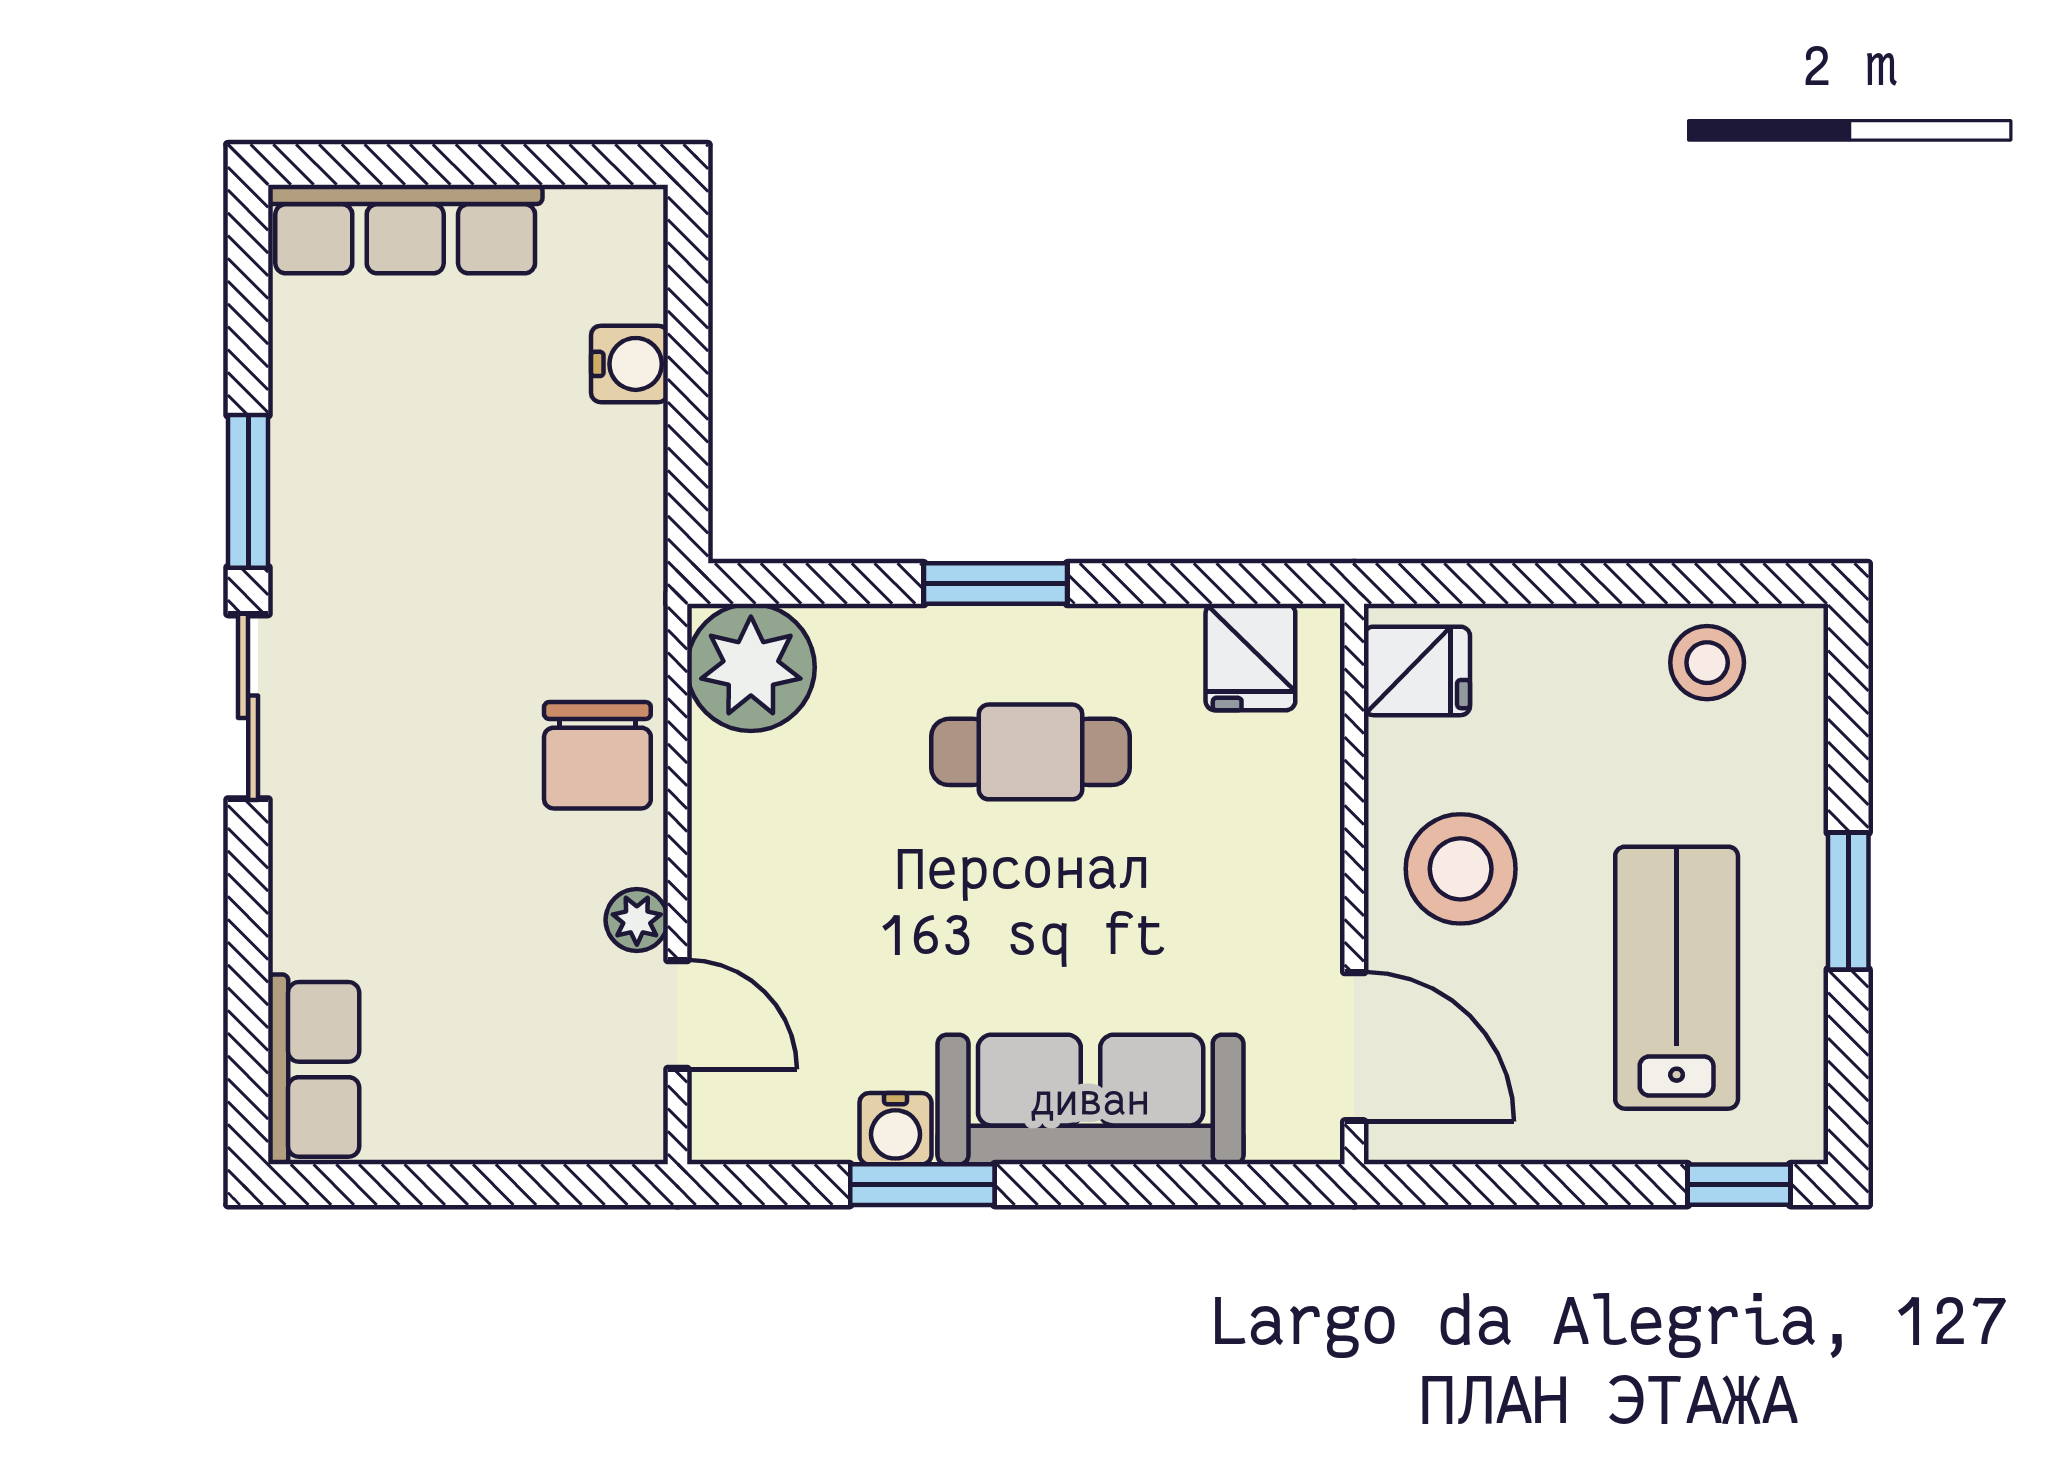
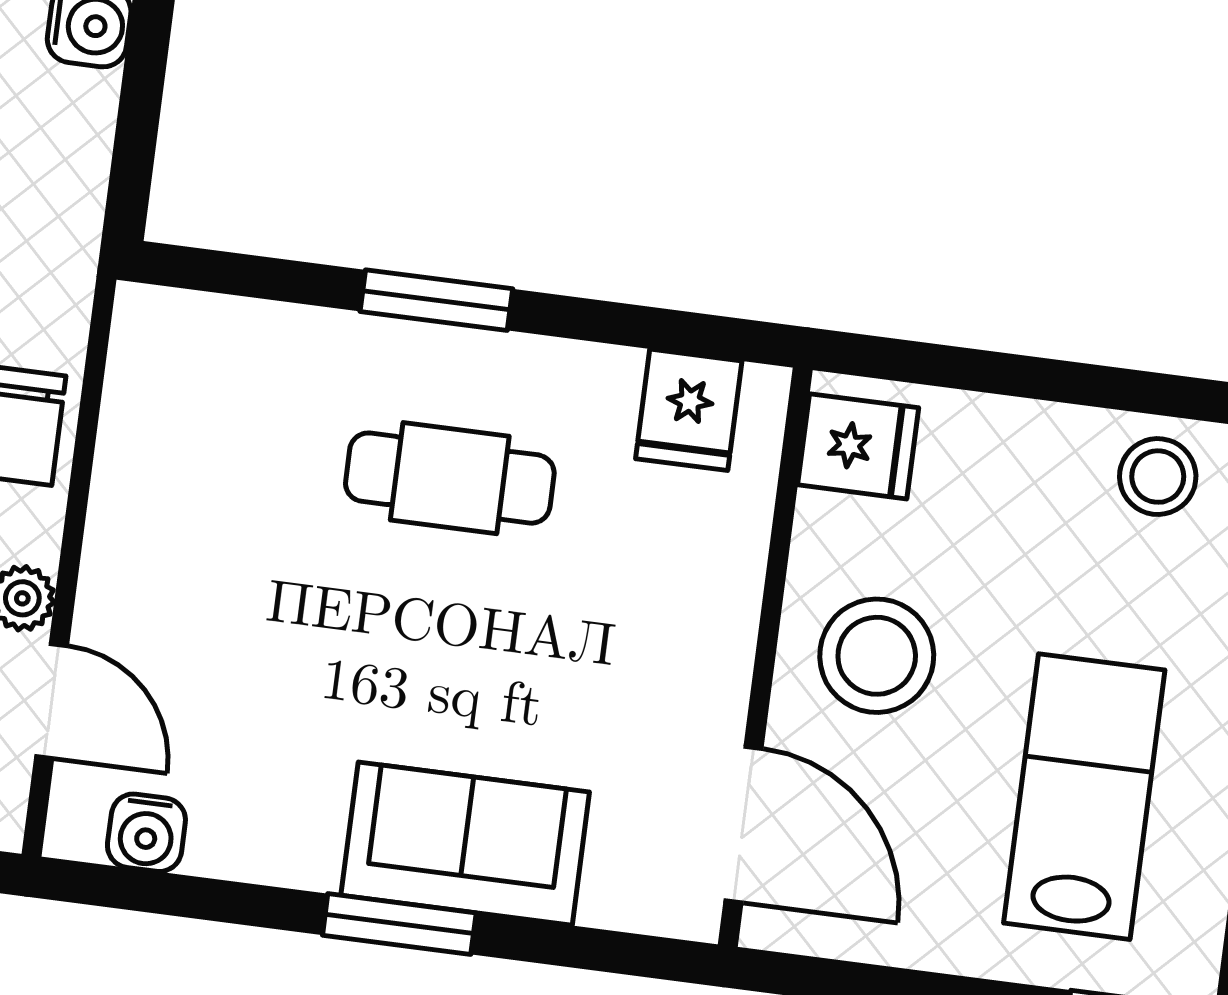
plant: (751, 667) -> (173, 354), removed
sofa: (1091, 1100) -> (465, 844), width x0.73
water cooler: (895, 1129) -> (146, 833), moved
window: (922, 1185) -> (399, 924), moved

